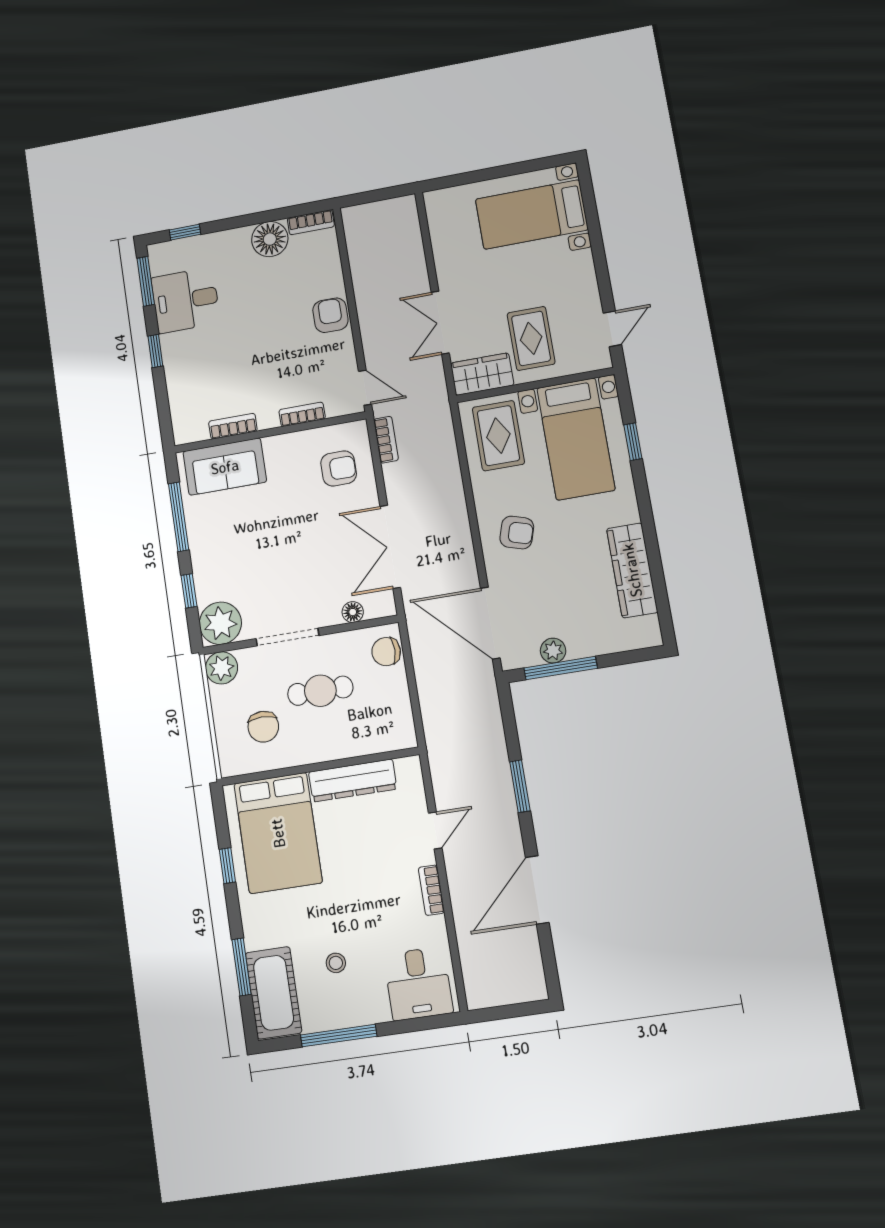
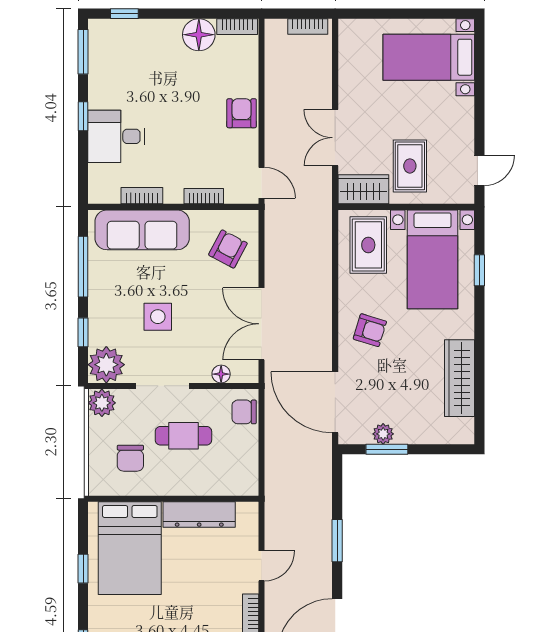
desk: (186, 300) -> (116, 136), moved
bookcase: (386, 440) -> (308, 26), moved, turned 90
sofa: (225, 467) -> (142, 230), width x1.36
armchair: (339, 468) -> (228, 249), turned -62
side table: (271, 559) -> (158, 317), added
window: (561, 668) -> (387, 449), width x0.69

